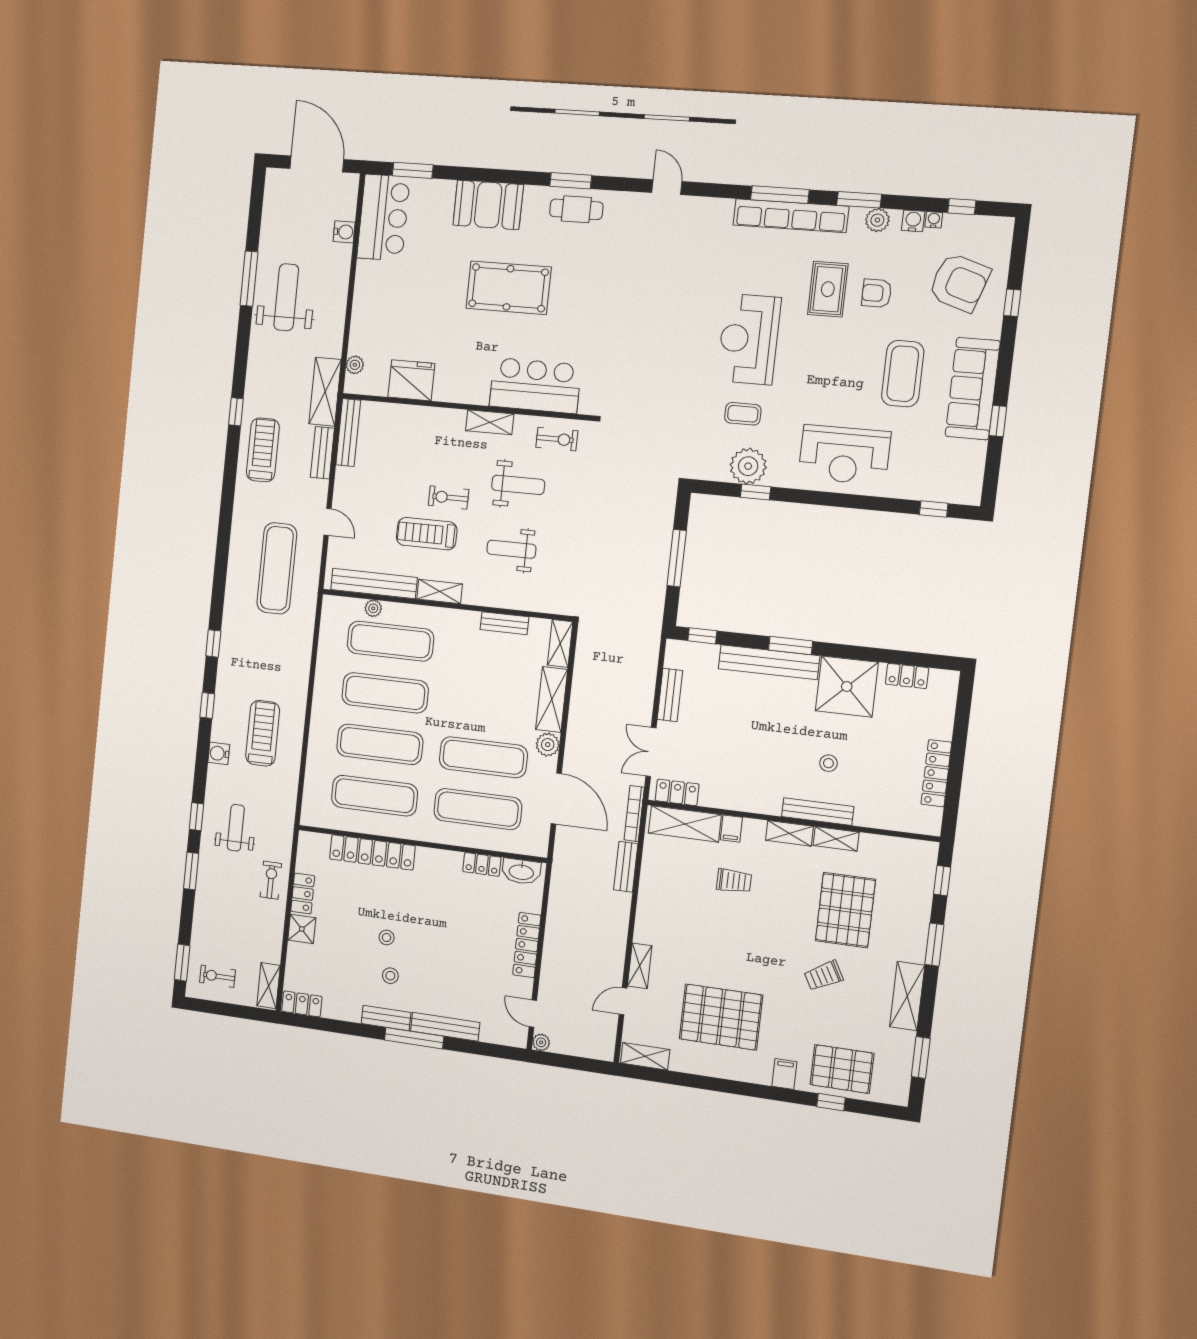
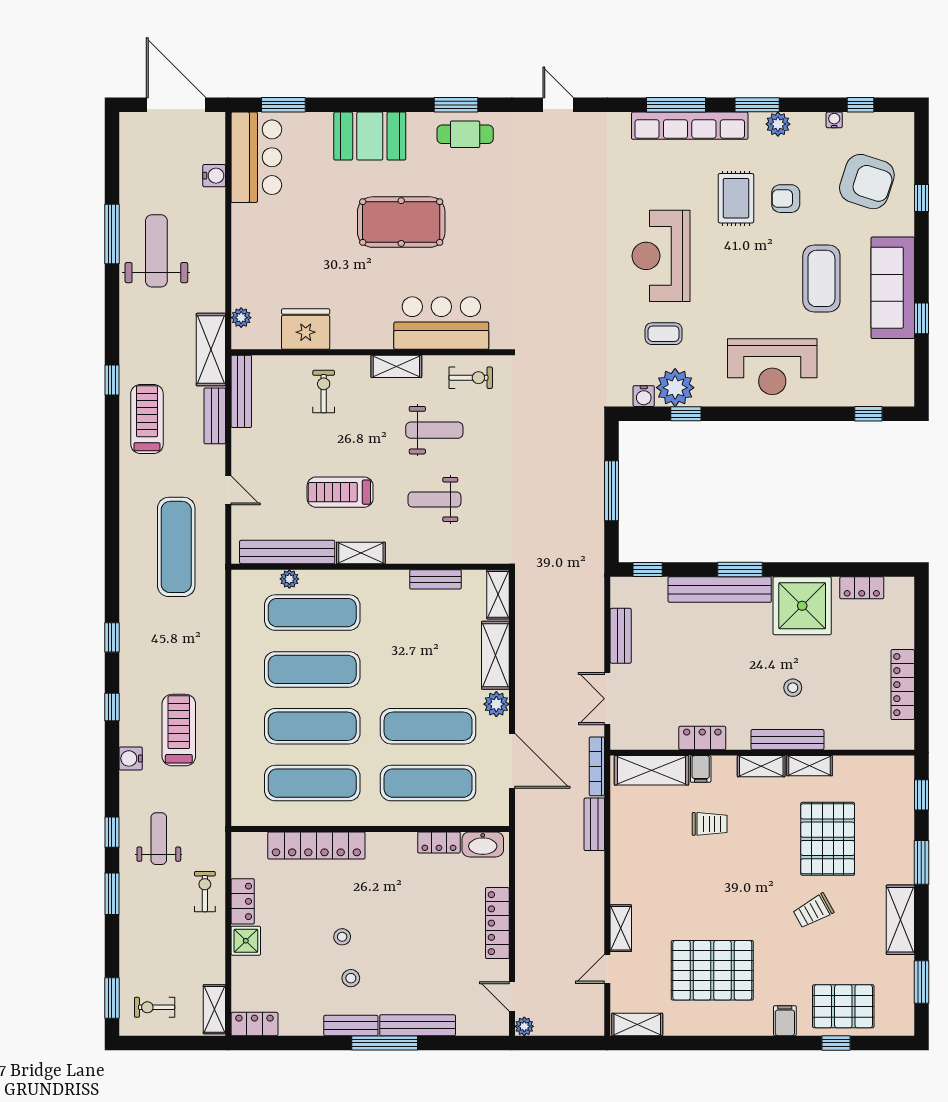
water cooler: (913, 221) -> (644, 396), moved, turned 180
exercise bike: (449, 497) -> (324, 392), moved, turned 90
locker: (677, 792) -> (702, 738), moved

